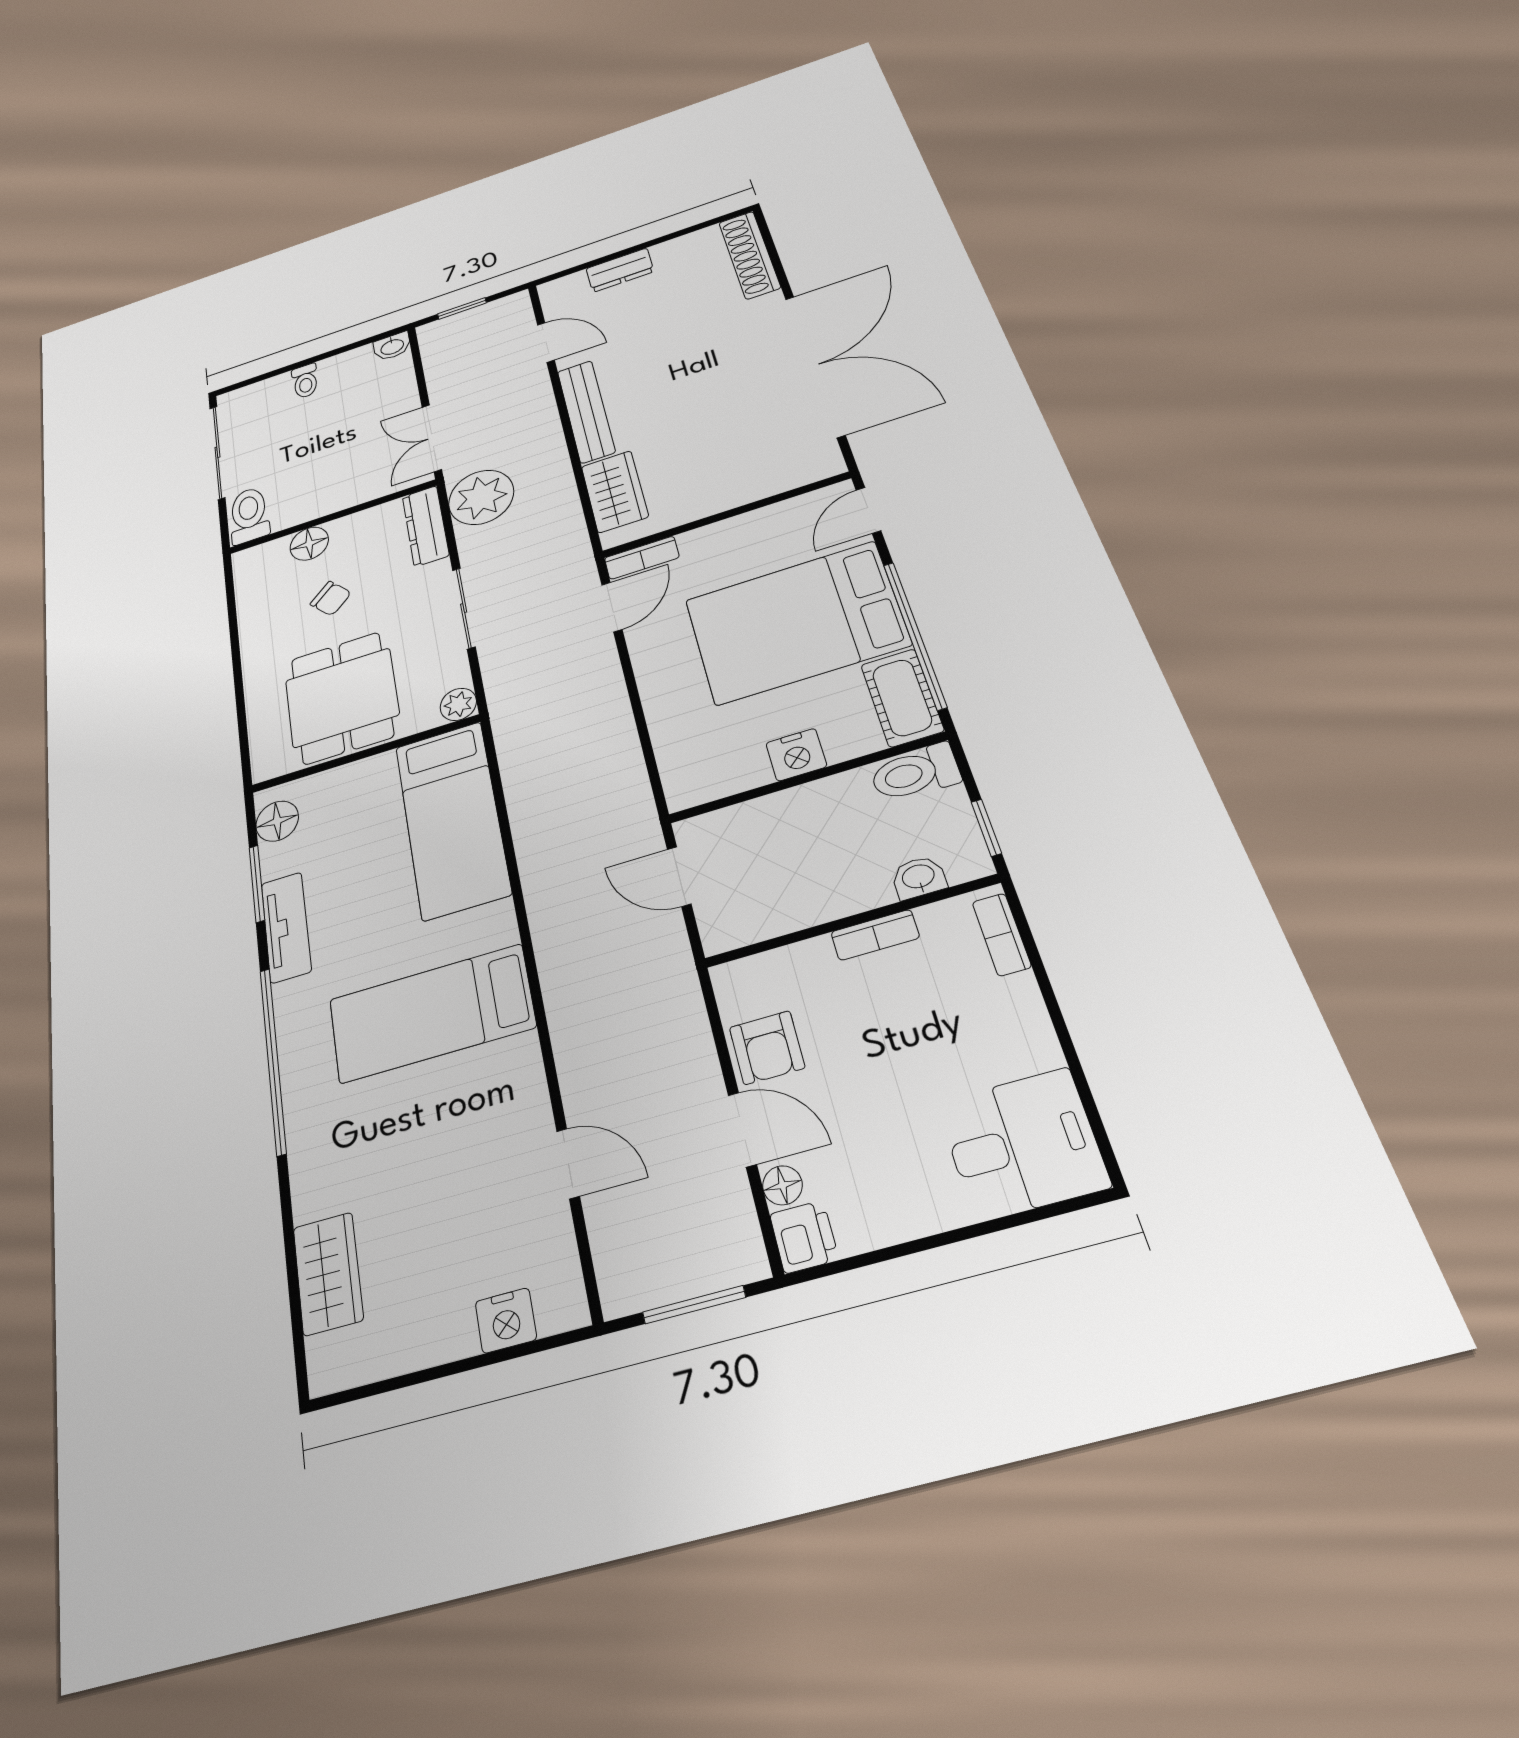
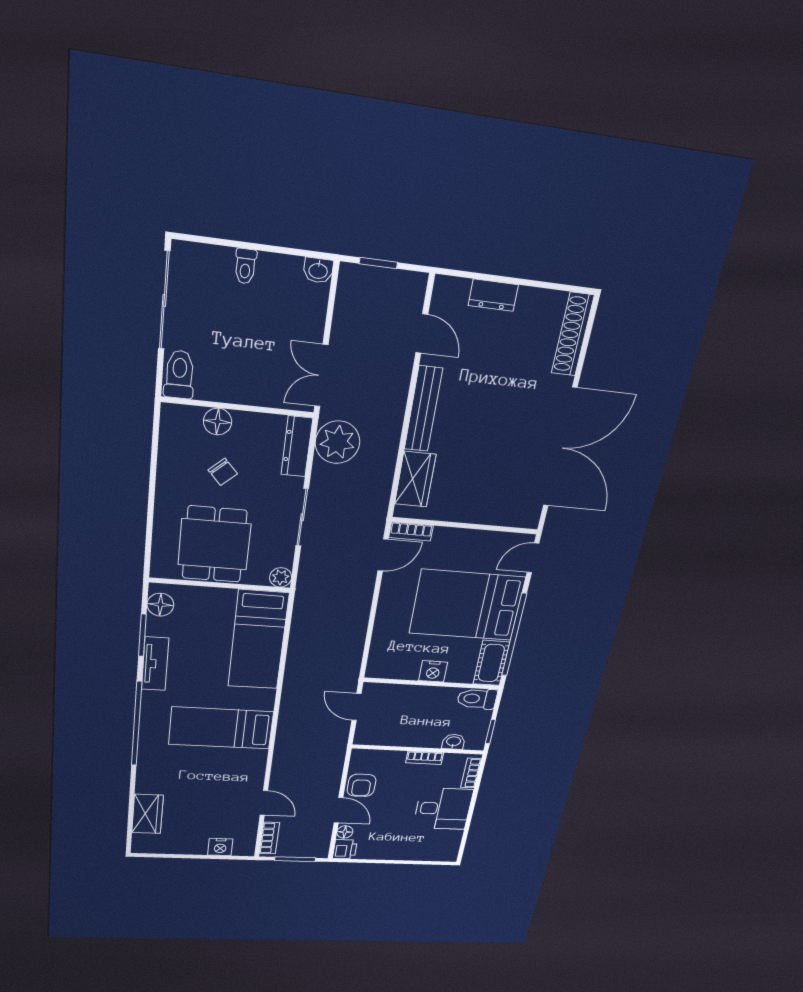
desk: (1022, 1144) -> (443, 809), moved
bookcase: (611, 1258) -> (269, 838), added

